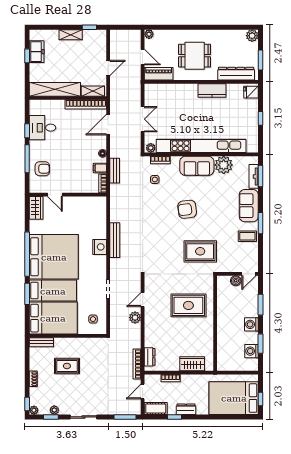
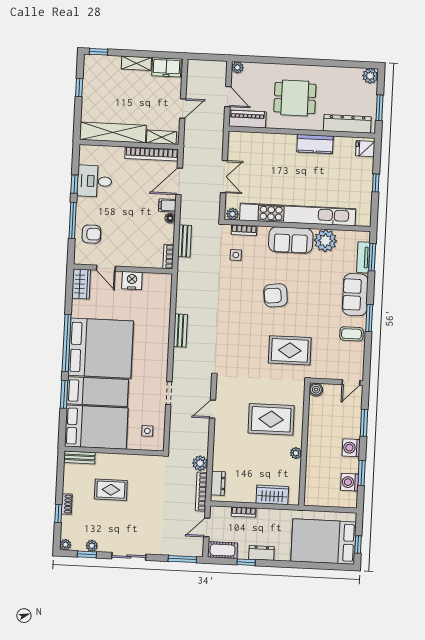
window: (89, 27) -> (98, 52), moved
freezer: (37, 52) -> (166, 67), moved, turned 90
filing cabinet: (100, 168) -> (167, 205), moved
bench: (115, 240) -> (180, 331), width x0.73
nightstand: (100, 247) -> (132, 280), moved, turned -90
boiler: (236, 281) -> (316, 390), moved
plant: (135, 318) -> (200, 463), moved
plant: (209, 331) -> (296, 453), added
window: (27, 404) -> (58, 513), moved

